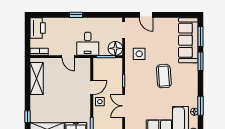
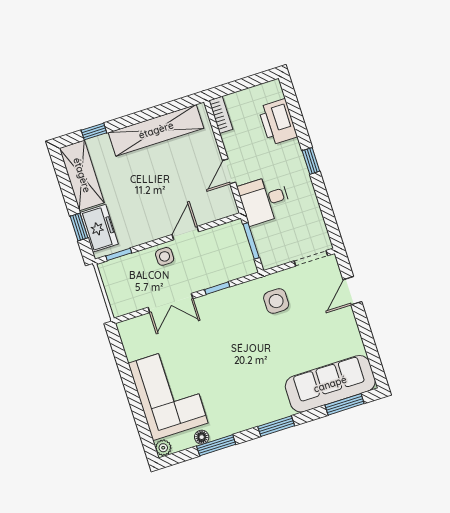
printer: (38, 28) -> (278, 122), moved, turned 90
floor lamp: (115, 48) -> (272, 253), removed
window: (201, 61) -> (276, 426), moved
coffee table: (164, 76) -> (250, 360), removed
shelving: (37, 78) -> (156, 130), width x1.47
door: (92, 88) -> (185, 233), swing flipped
double door: (124, 106) -> (171, 303), swing flipped

